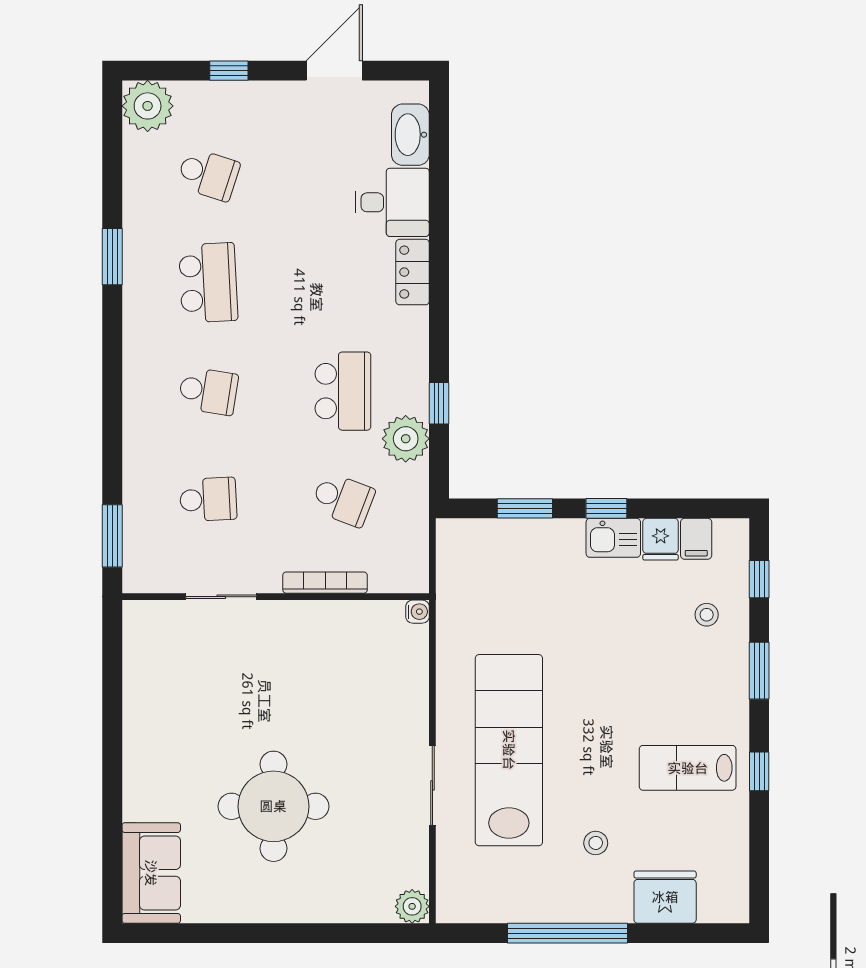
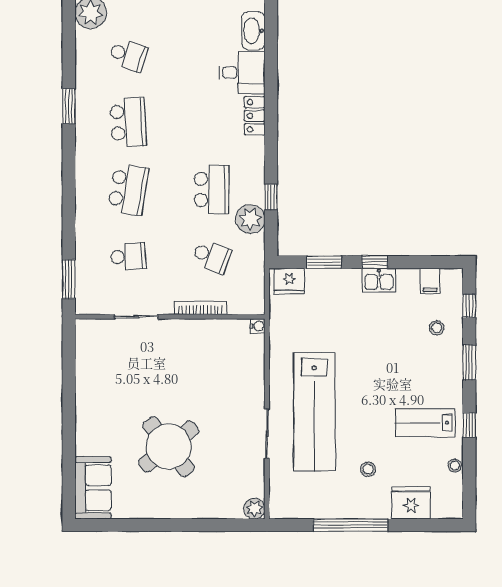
school desk: (208, 391) -> (128, 189), width x1.85
fridge: (661, 539) -> (289, 281), moved, width x1.38
lab bench: (509, 750) -> (314, 412), turned 180
round table: (273, 806) -> (169, 447), turned -38
stool: (736, 837) -> (455, 466), added

